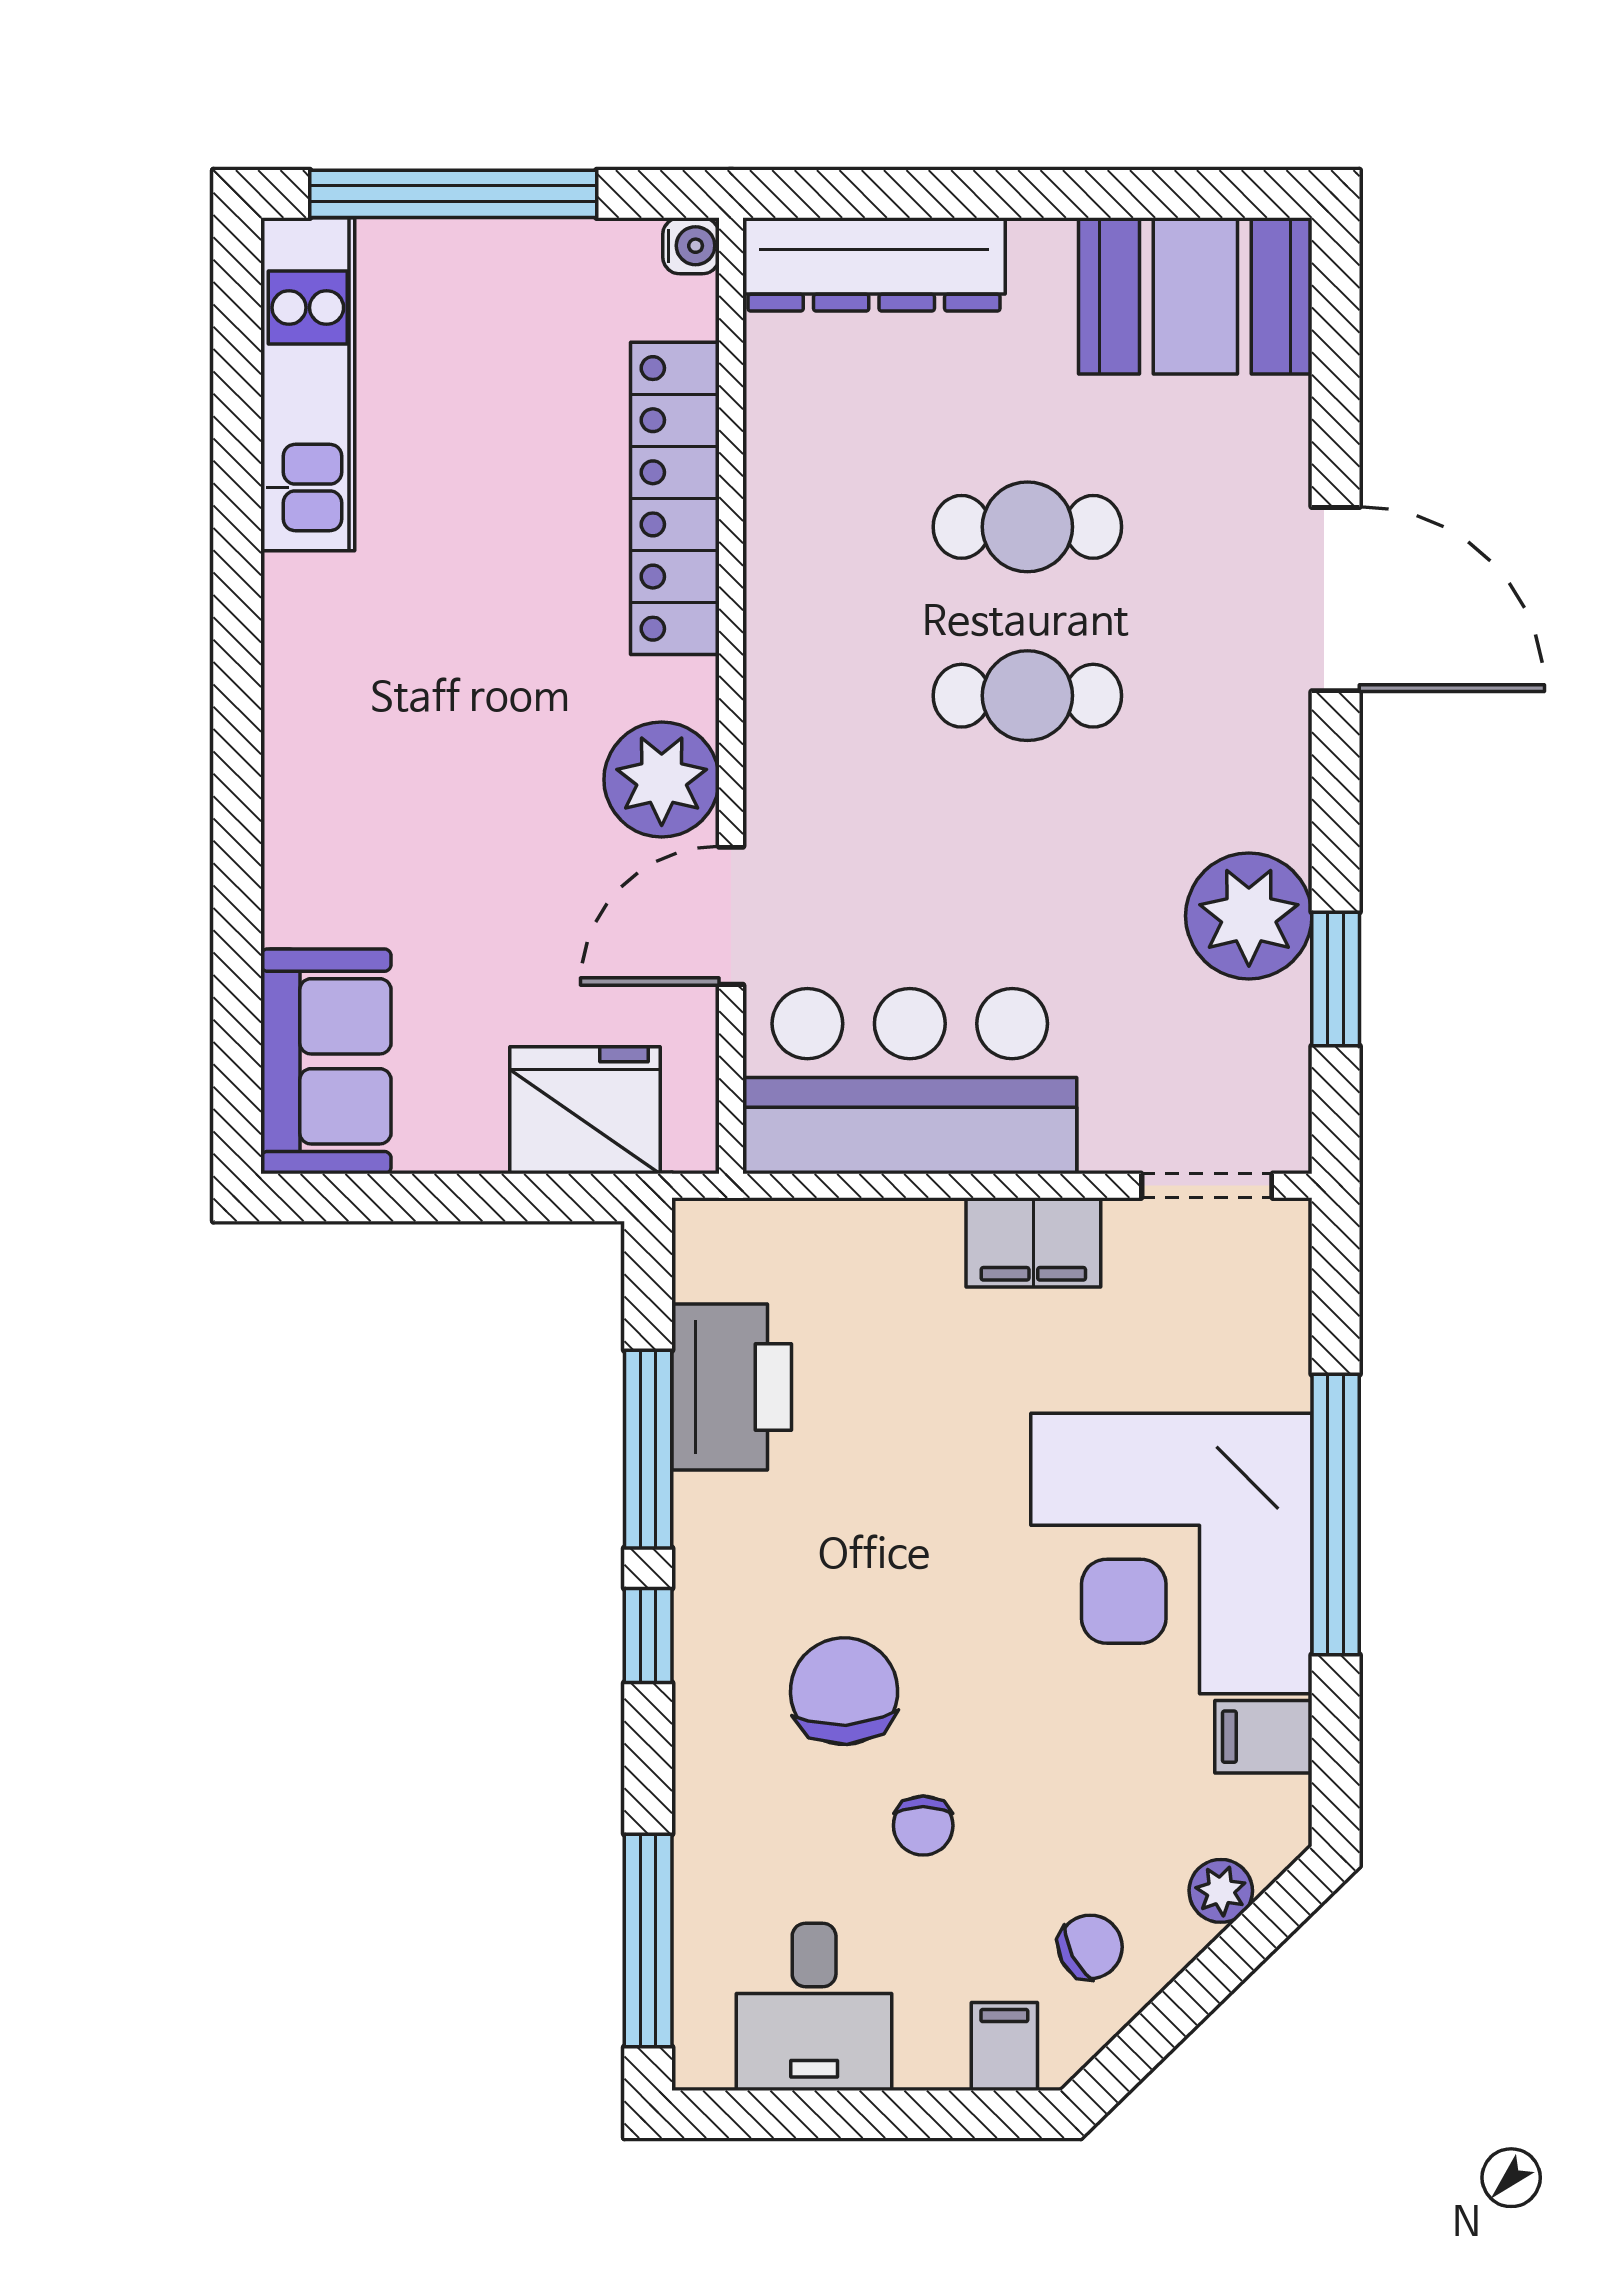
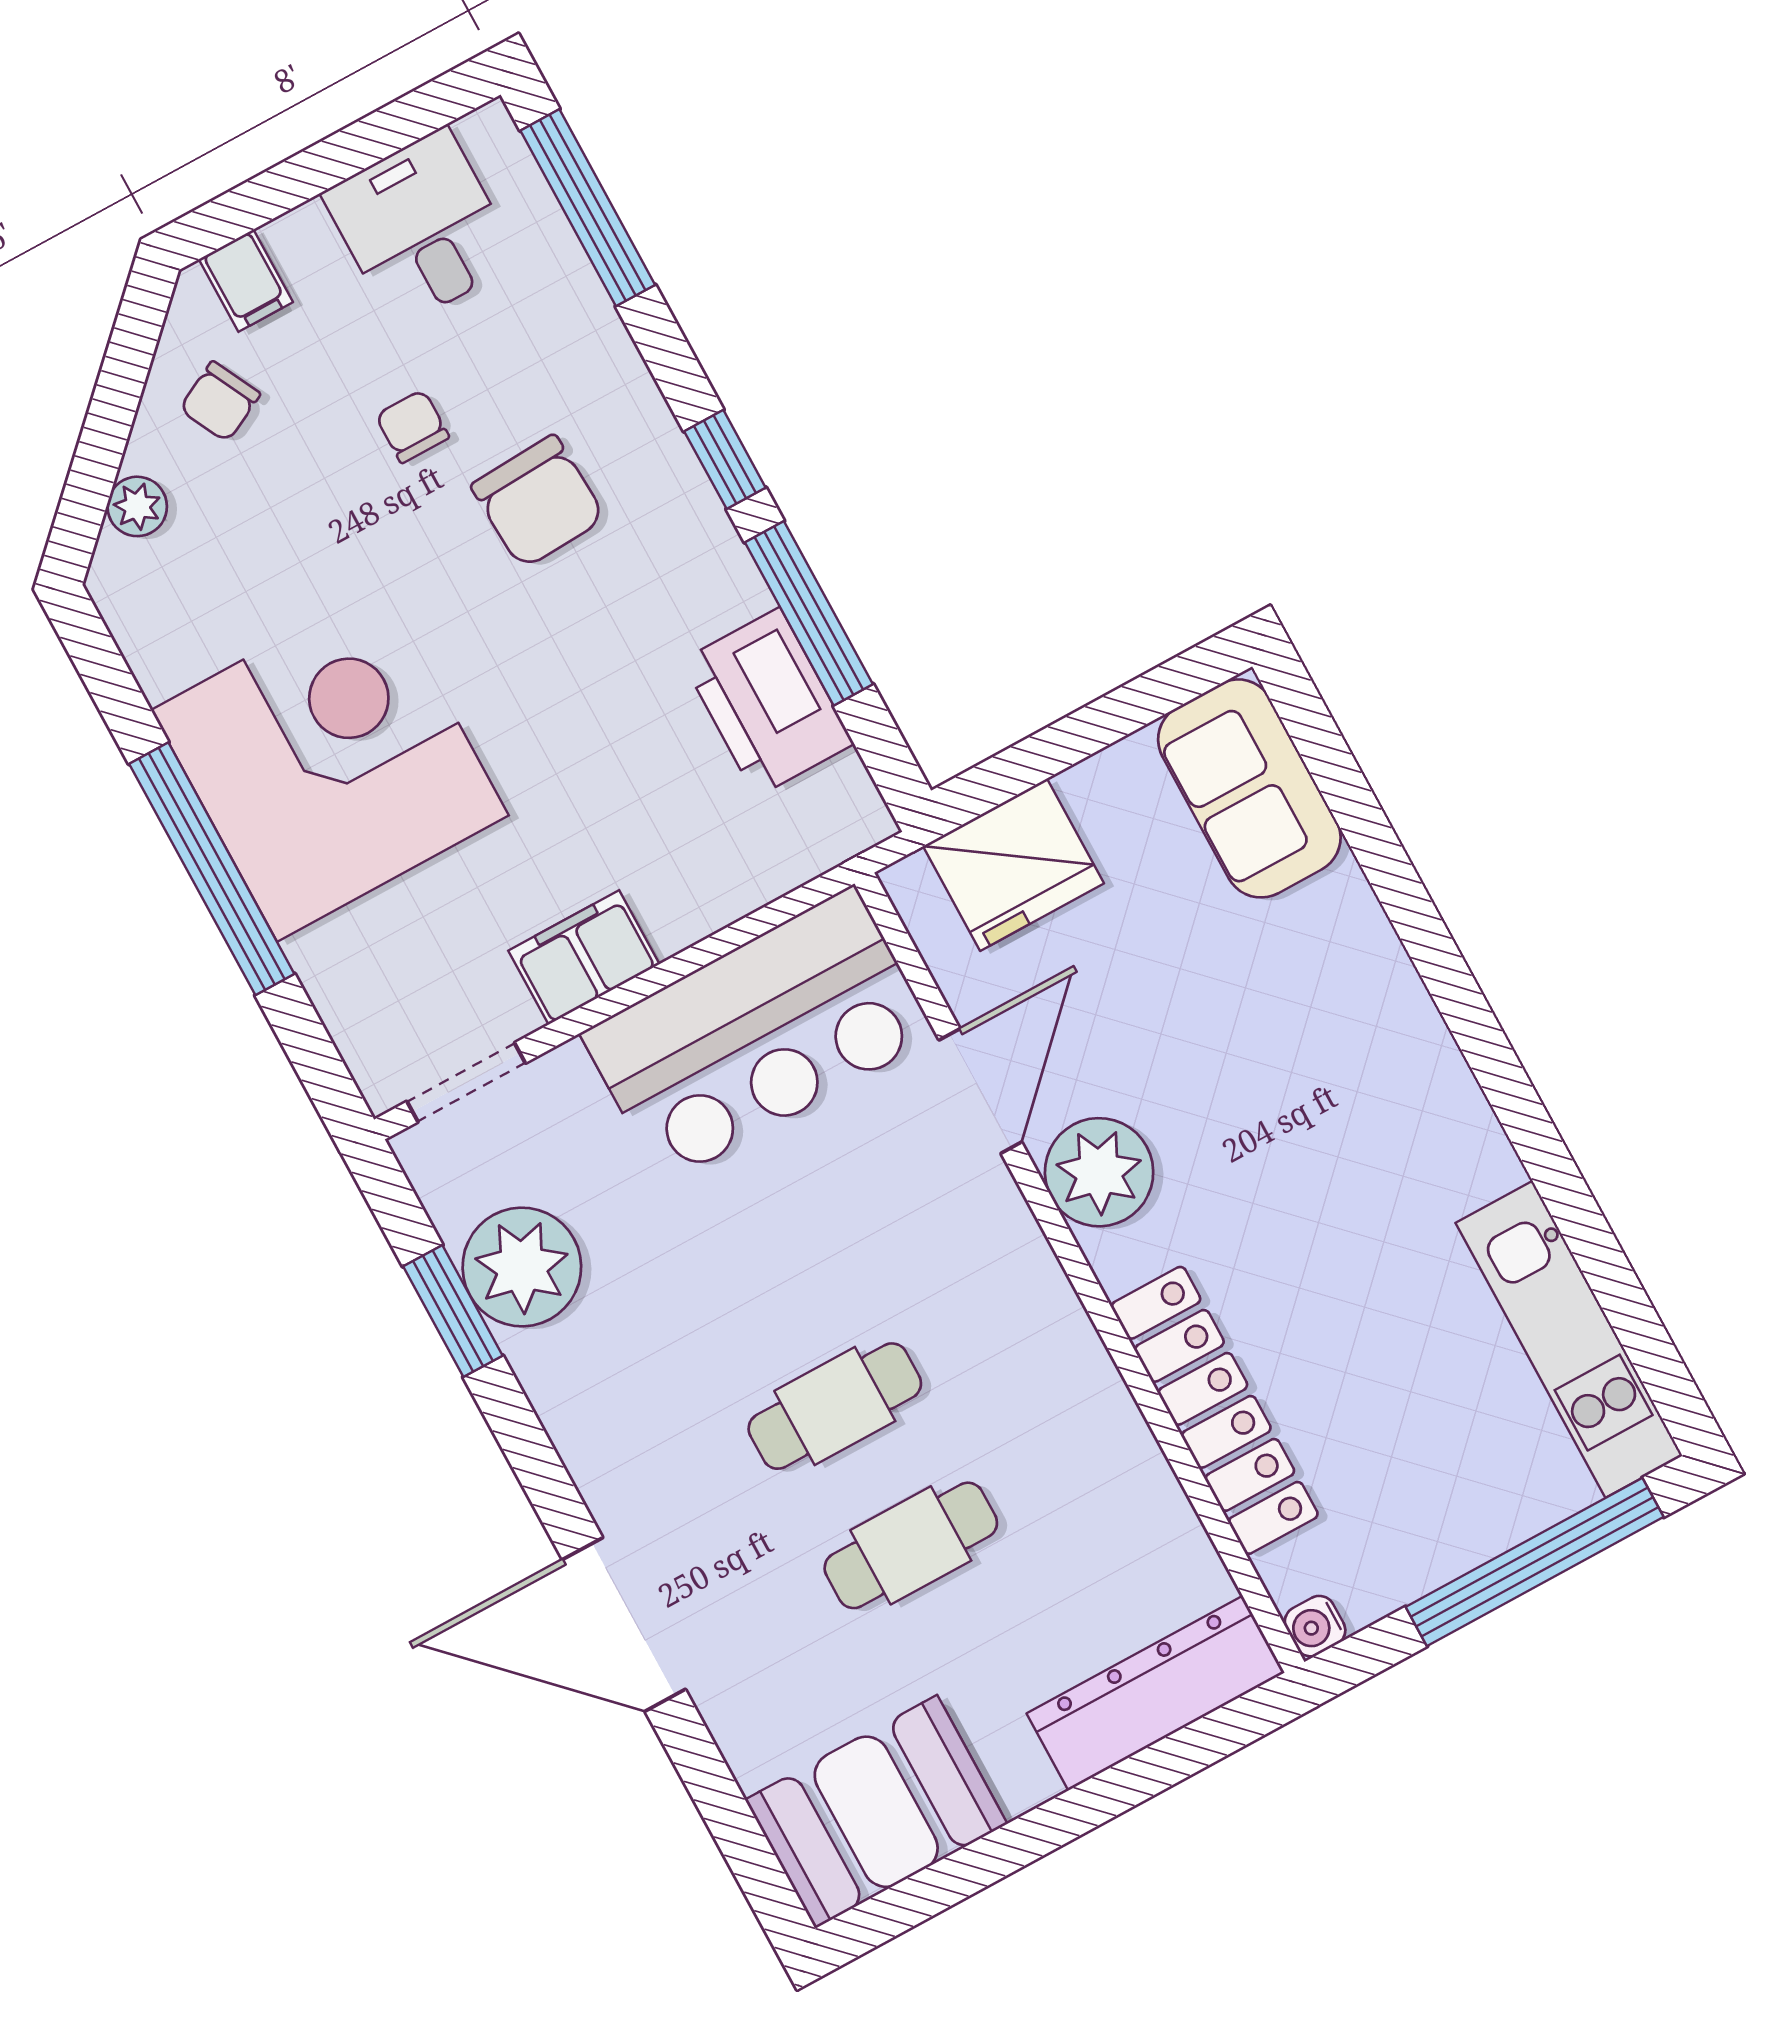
plant: (1249, 916) -> (522, 1267), moved
filing cabinet: (1263, 1737) -> (171, 653), removed

